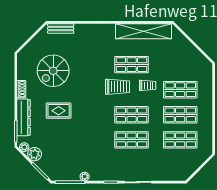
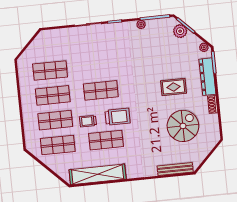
bench: (61, 29) -> (175, 169), width x1.36
trolley: (118, 87) -> (118, 117), turned 180
shop shelf: (132, 140) -> (58, 145), moved
plant: (35, 154) -> (180, 31), moved

